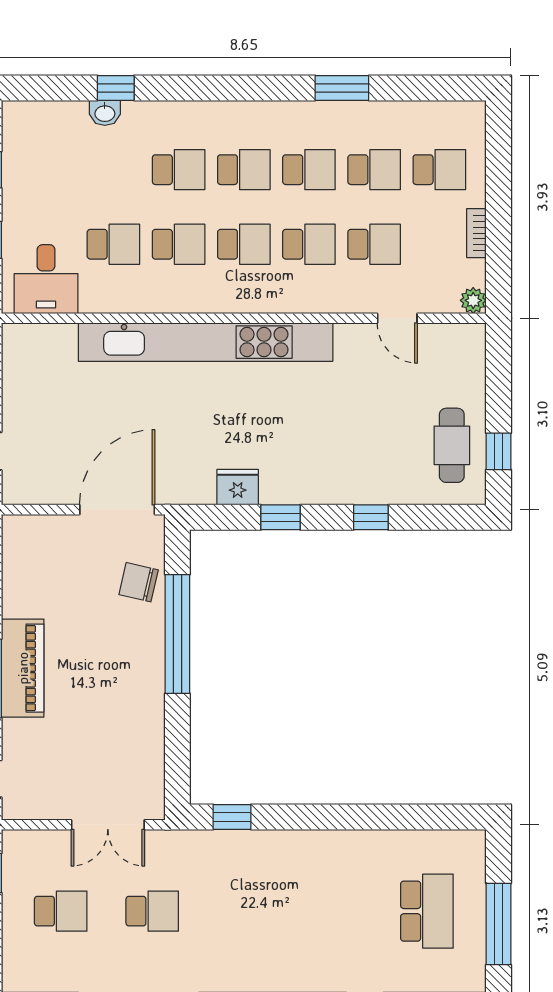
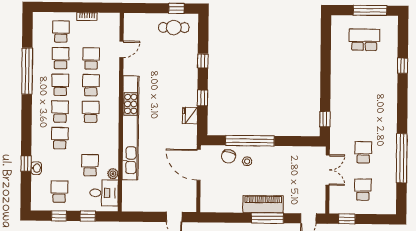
window: (342, 88) -> (27, 71), width x2.11
school desk: (179, 244) -> (59, 192), moved
plant: (473, 300) -> (113, 174), moved
stool: (127, 628) -> (247, 161), added

